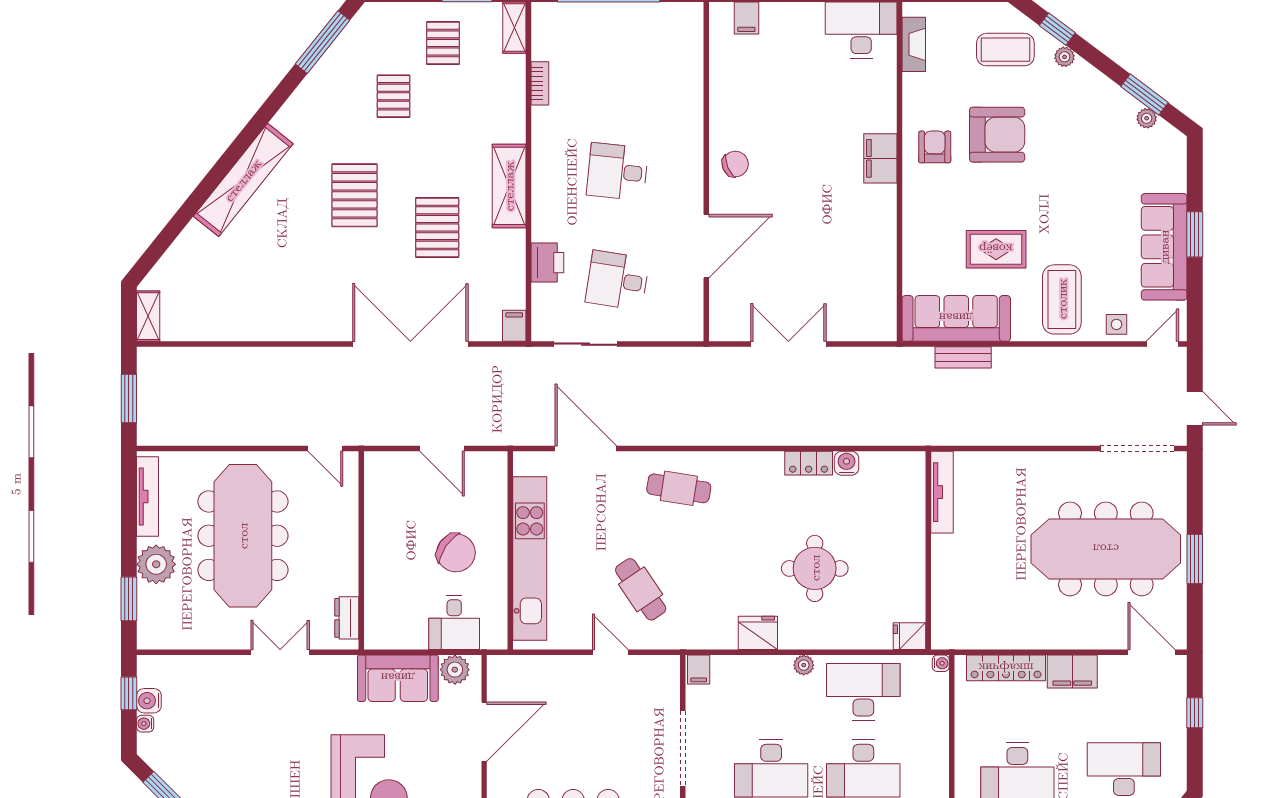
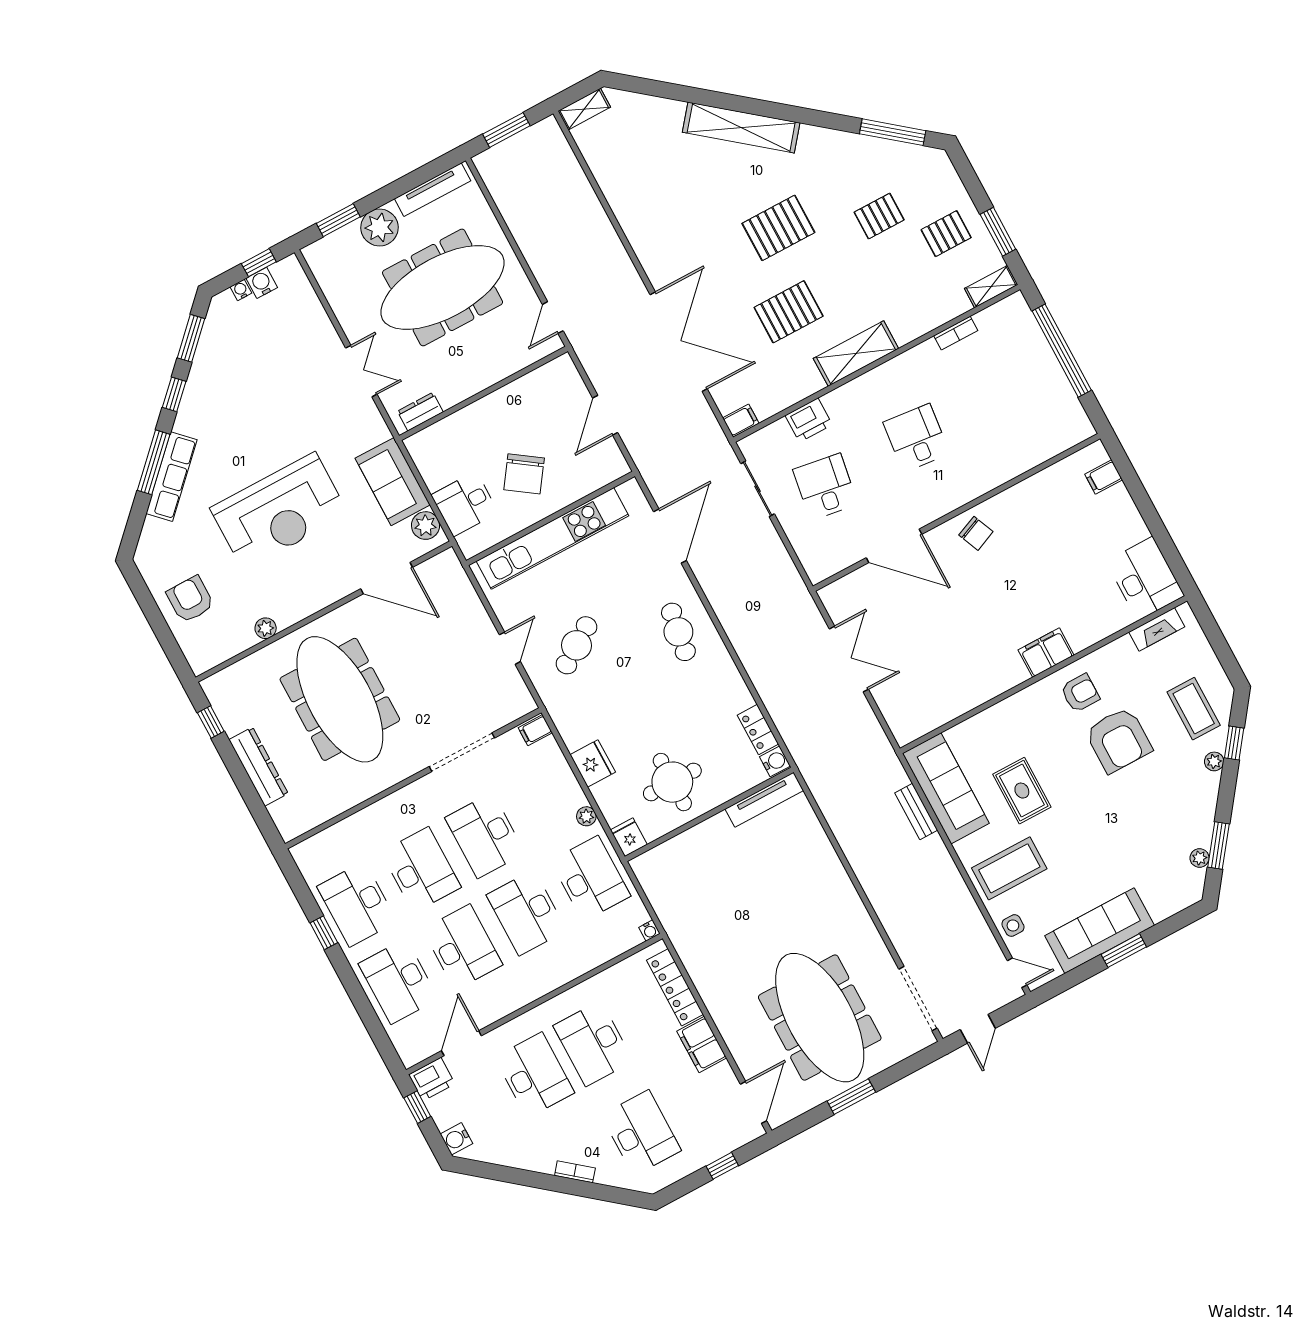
tv unit: (942, 492) -> (764, 800), moved
wall: (928, 550) -> (709, 814), moved
fridge: (910, 636) -> (629, 837), moved

